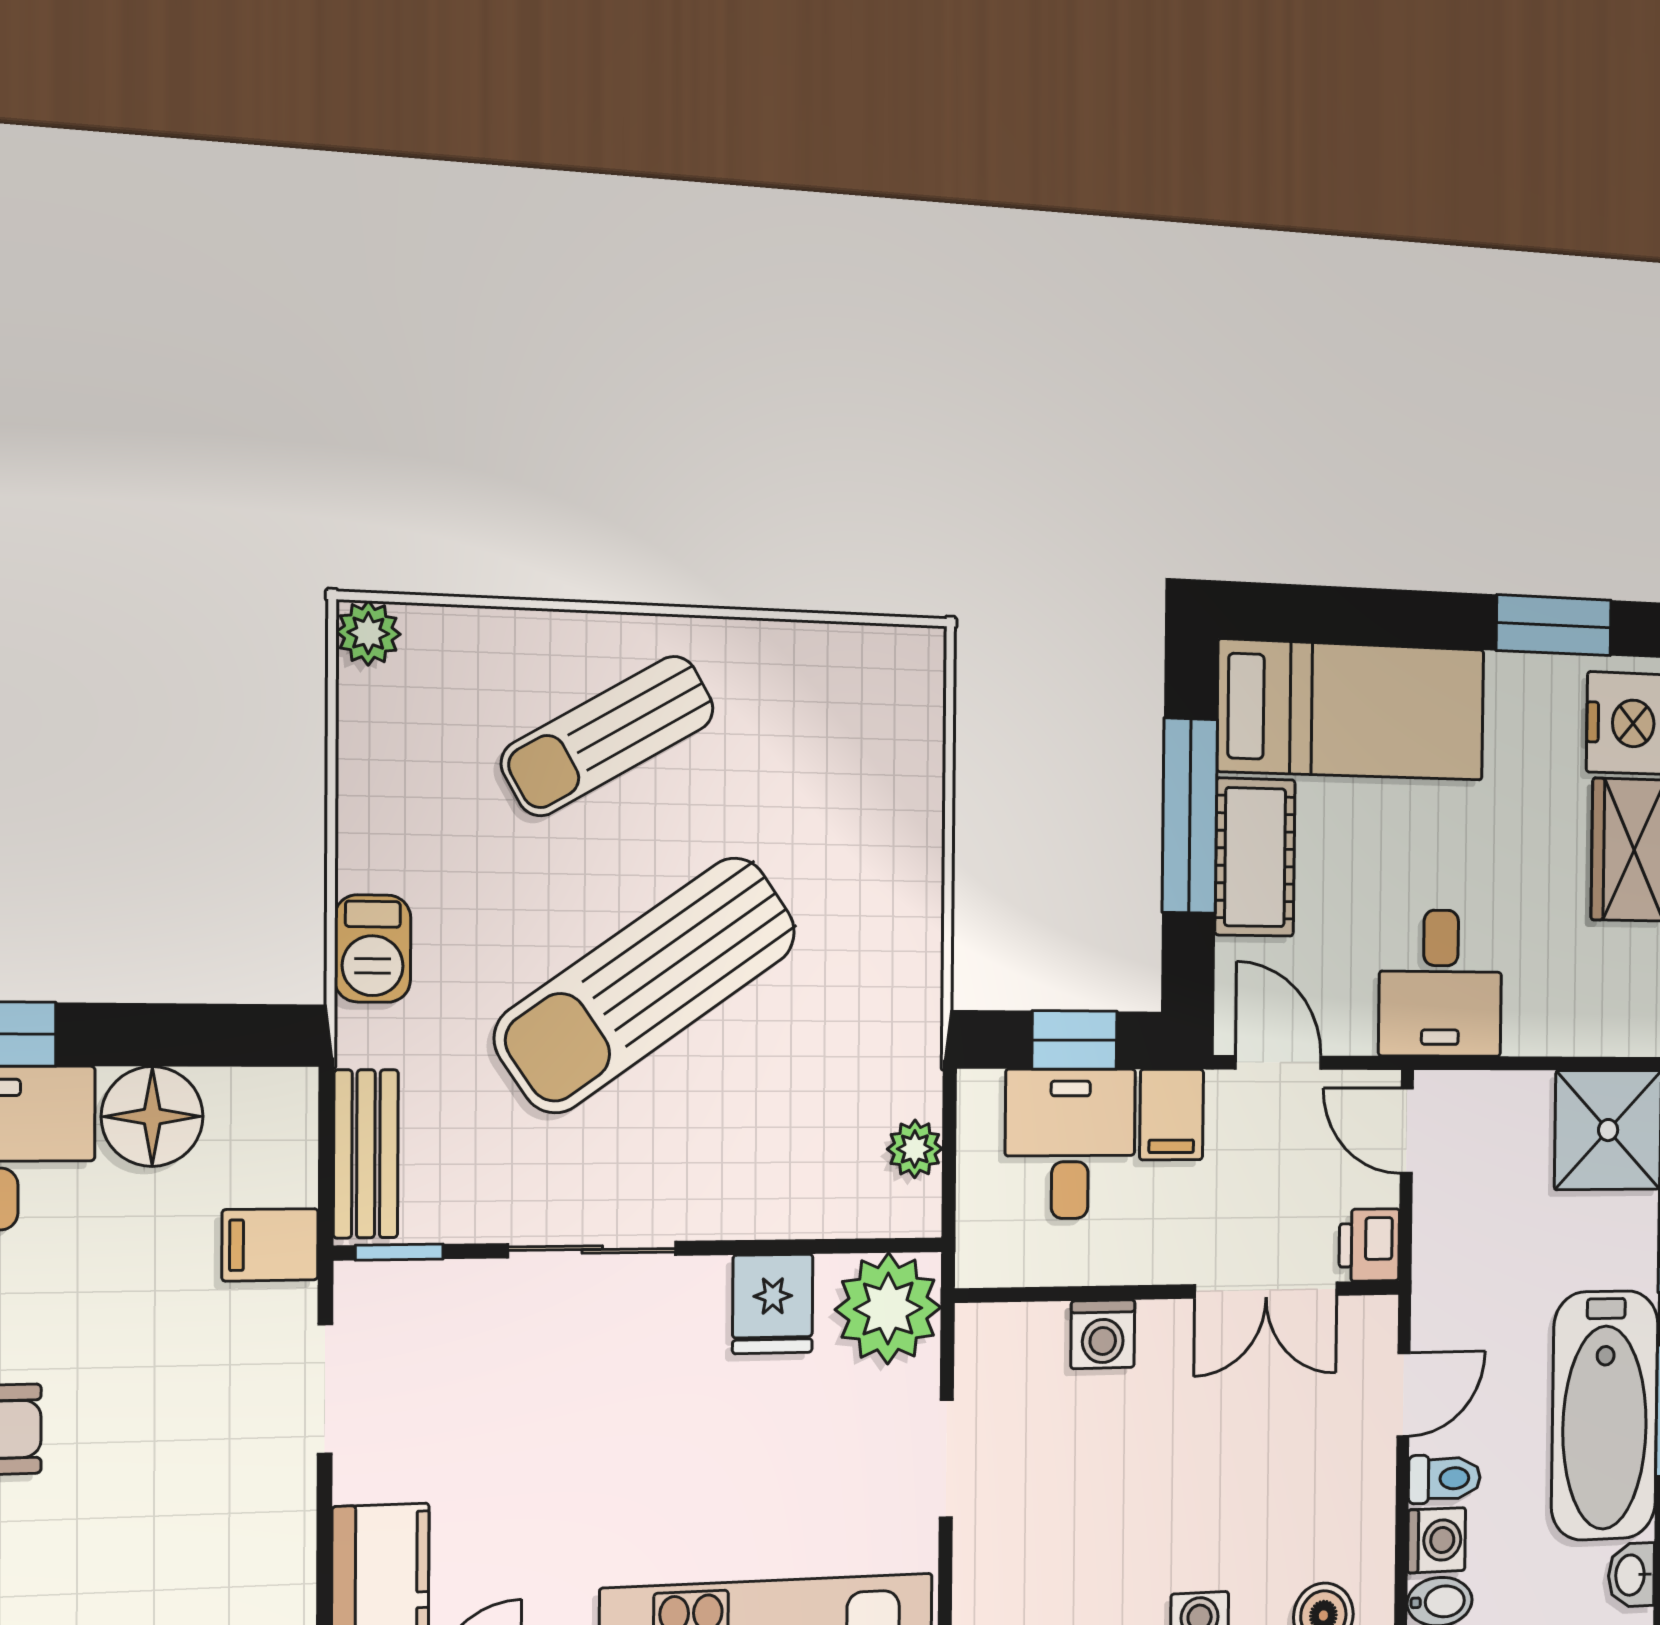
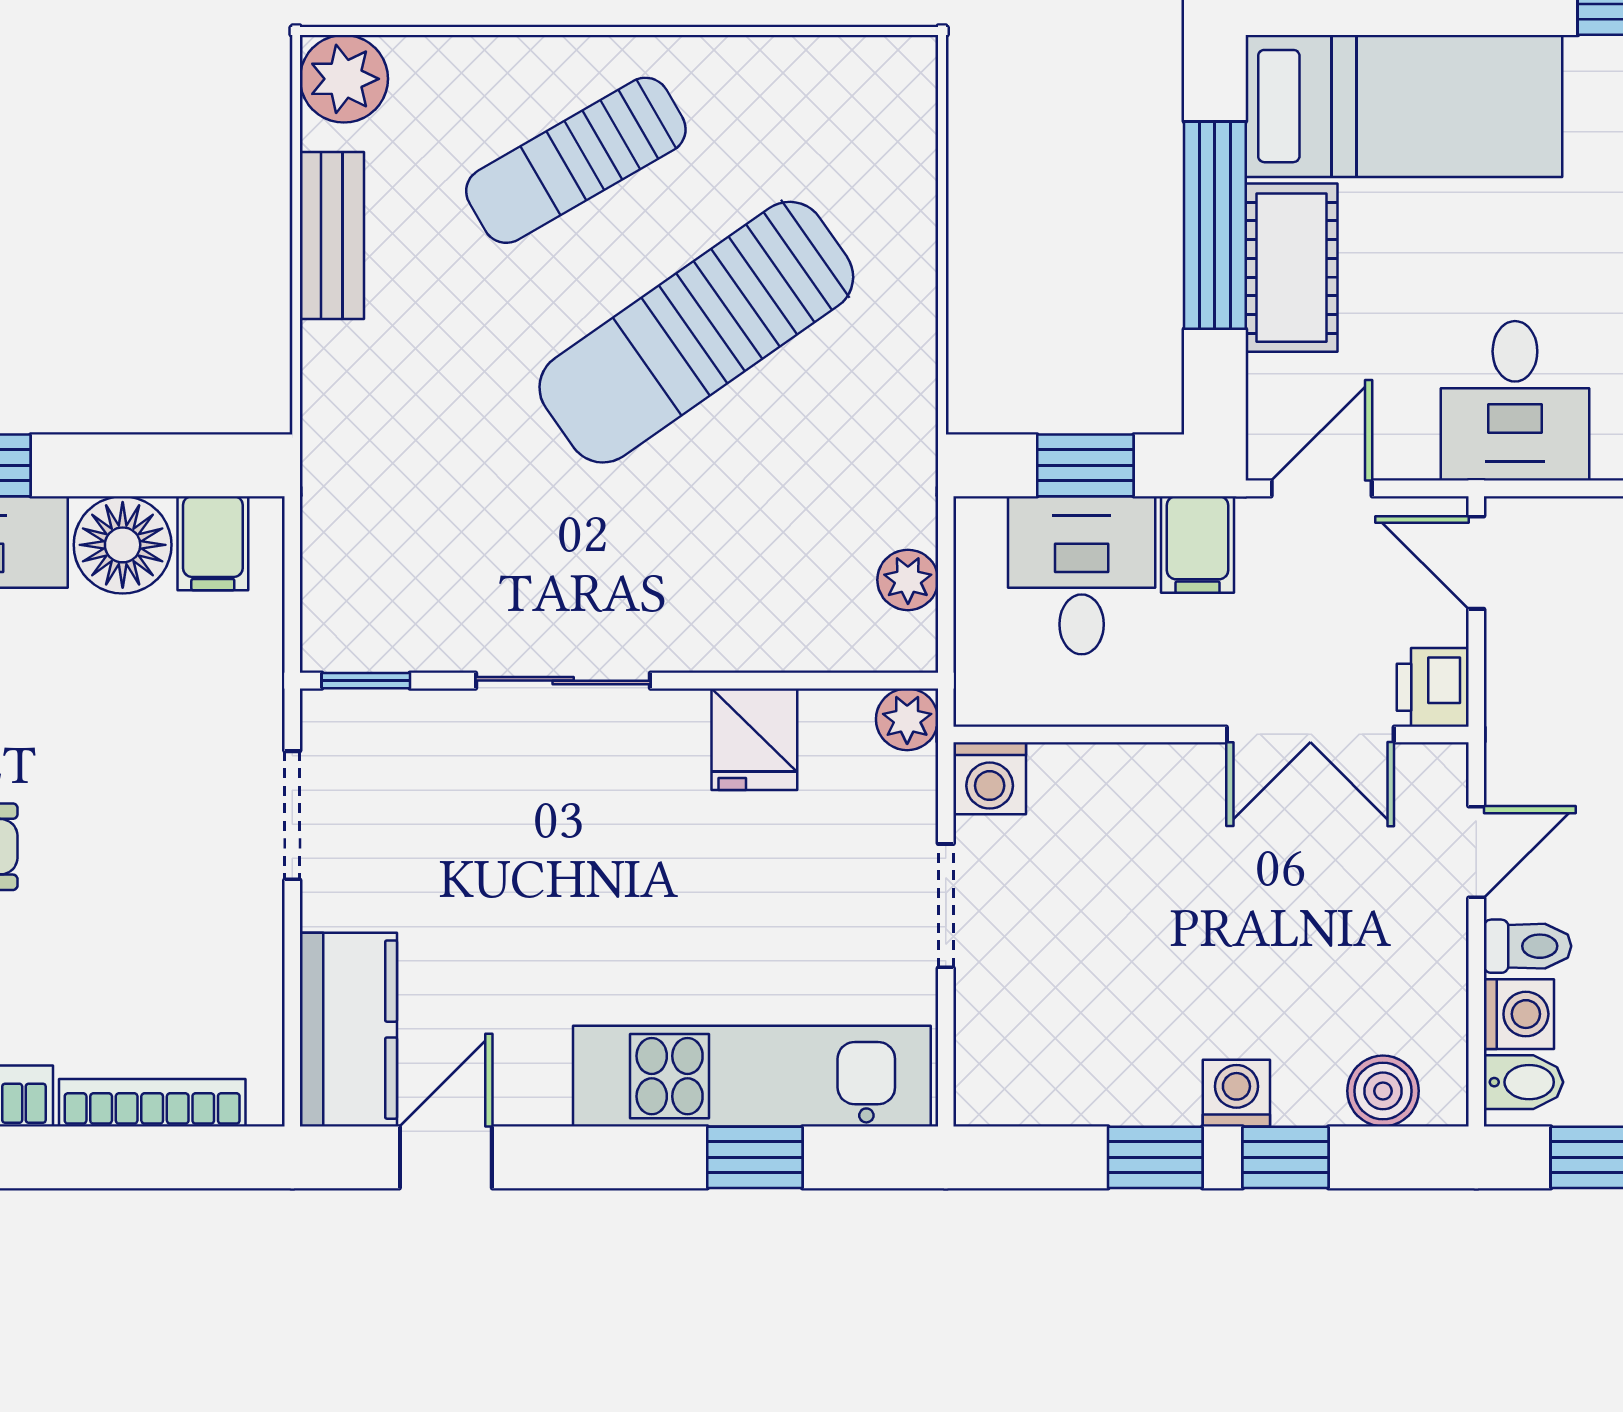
plant: (368, 633) -> (344, 79), width x1.38, depth x1.38
barbecue: (373, 949) -> (338, 379), removed
sun lounger: (646, 985) -> (696, 332), moved
door: (1278, 1063) -> (1322, 488), hinge flipped
bench: (366, 1154) -> (332, 236), moved
filing cabinet: (270, 1245) -> (213, 543), moved, turned -90
plant: (888, 1309) -> (907, 719), width x0.53, depth x0.53
washing machine: (1103, 1334) -> (990, 778), moved

